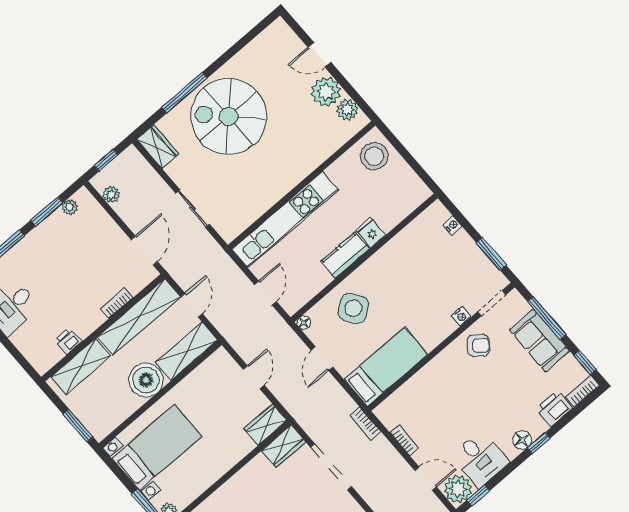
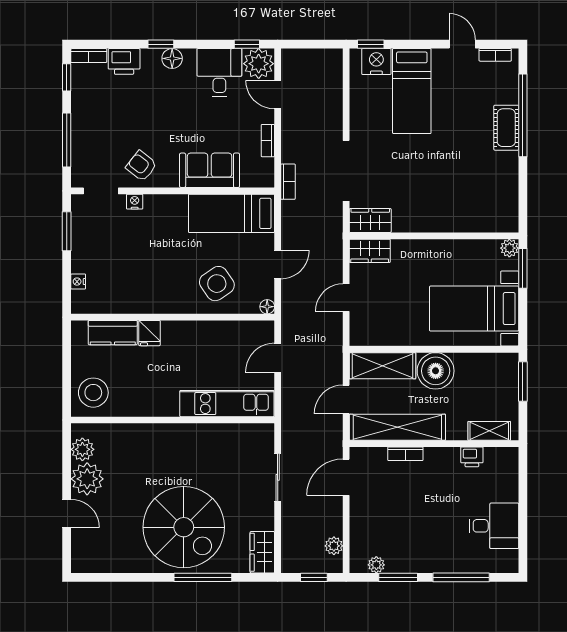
kitchen unit: (285, 219) -> (227, 404), width x0.73
kitchen counter: (345, 255) -> (113, 333), moved
sofa: (539, 341) -> (210, 170), moved, turned -90
shelving: (81, 366) -> (489, 431), width x0.67, depth x0.75

